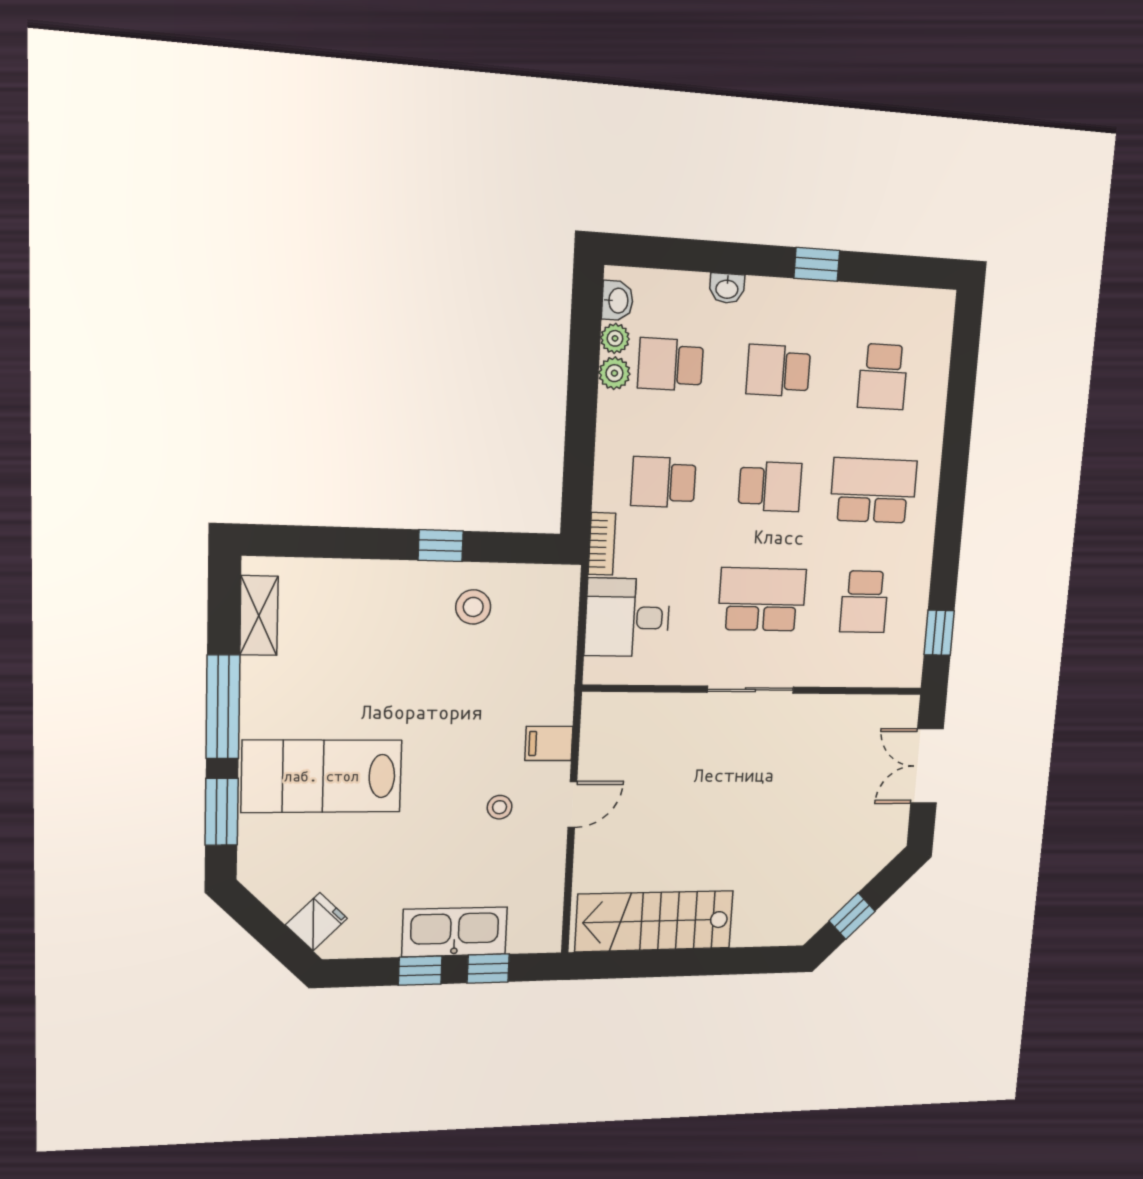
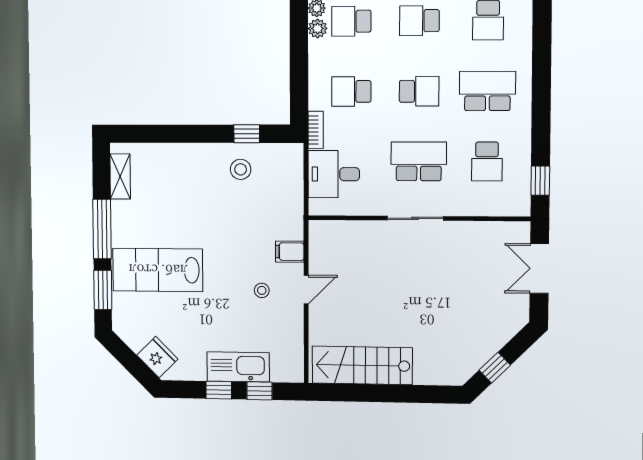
window: (441, 546) -> (247, 134), moved
fridge: (316, 922) -> (157, 357), width x1.38

